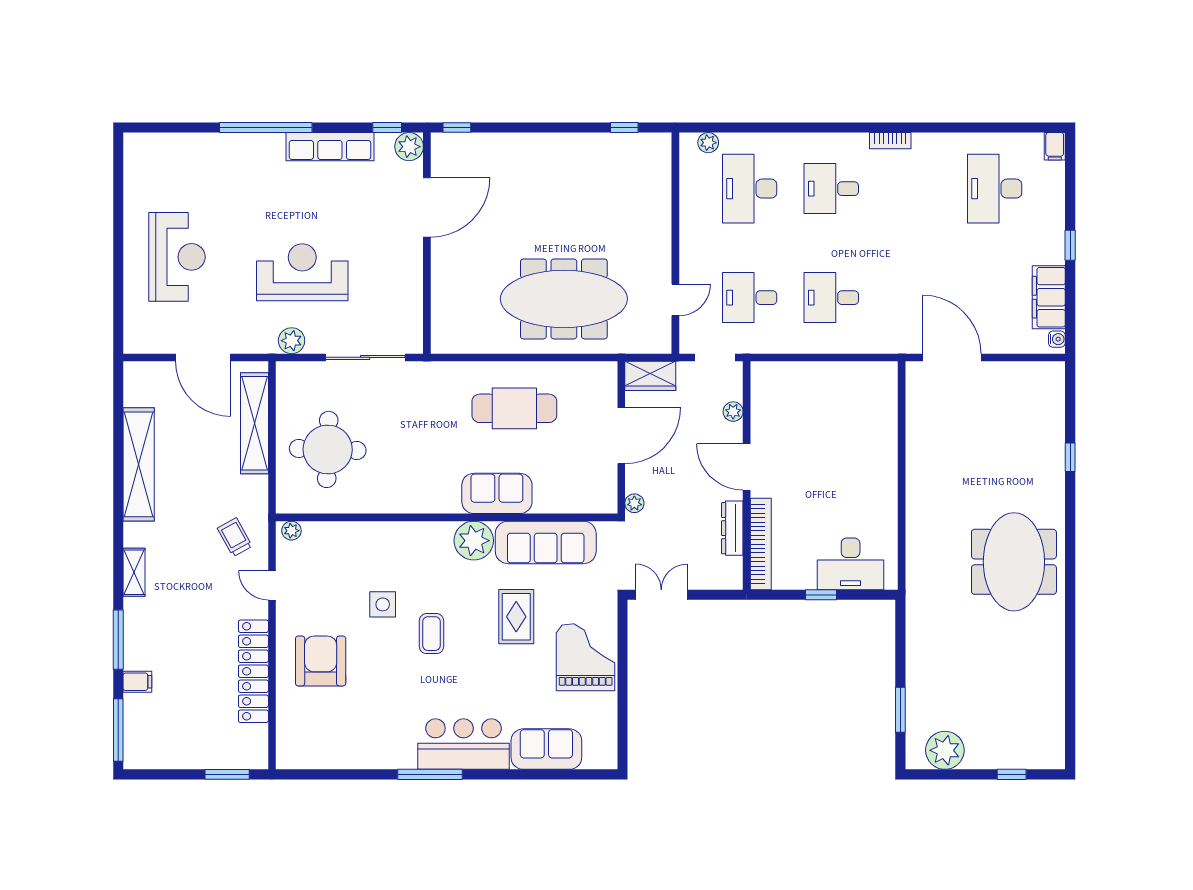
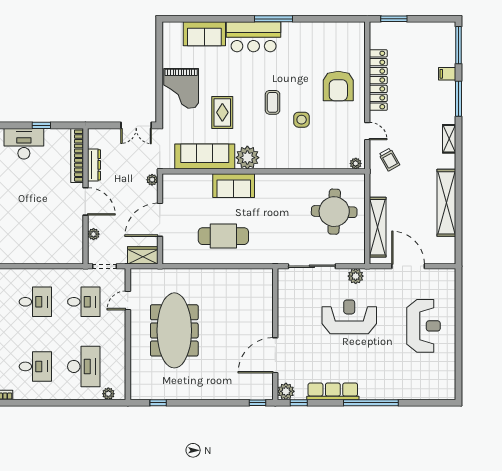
reception desk: (177, 257) -> (424, 326), turned 180
reception desk: (302, 272) -> (349, 317), turned 180
meeting table: (564, 299) -> (174, 330), moved, turned 90

